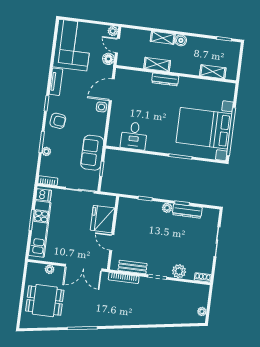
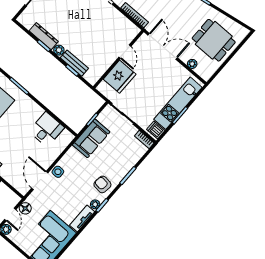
door: (112, 90) -> (40, 180), swing flipped
plant: (46, 151) -> (95, 204), moved
bench: (133, 267) -> (74, 63), moved

